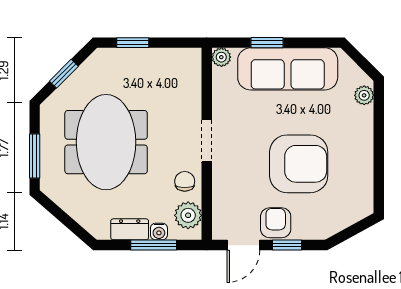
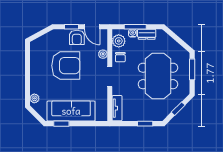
window: (267, 43) -> (61, 124), moved
plant: (221, 57) -> (103, 54), moved
tv unit: (192, 75) -> (117, 108), added
armchair: (299, 164) -> (66, 66), turned 180
door: (243, 245) -> (92, 27), swing flipped

